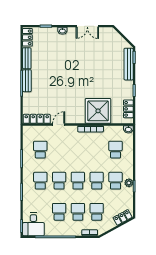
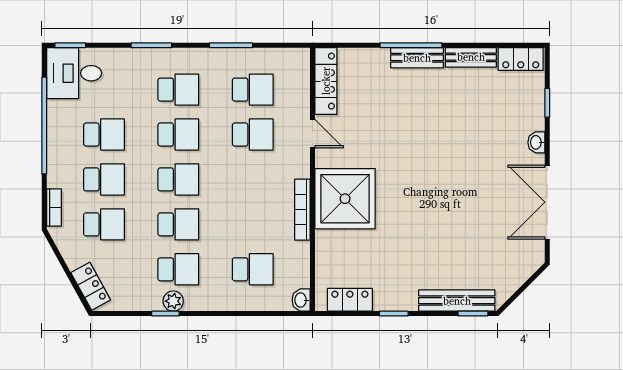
double door: (87, 26) -> (547, 202), width x1.37
shower: (98, 111) -> (345, 199), moved
school desk: (59, 150) -> (253, 135), added

